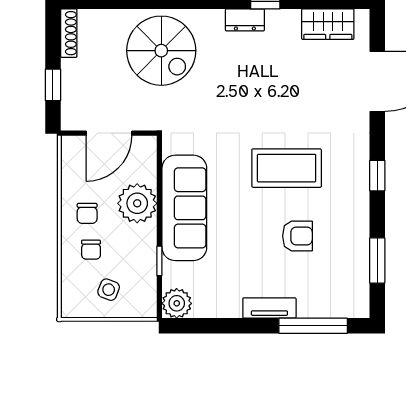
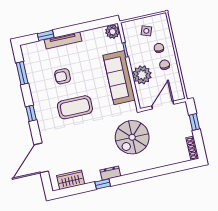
spiral stairs: (161, 51) -> (132, 137), moved, turned -90
tv unit: (269, 308) -> (63, 40), width x1.41
window: (313, 326) -> (46, 35), width x0.46

